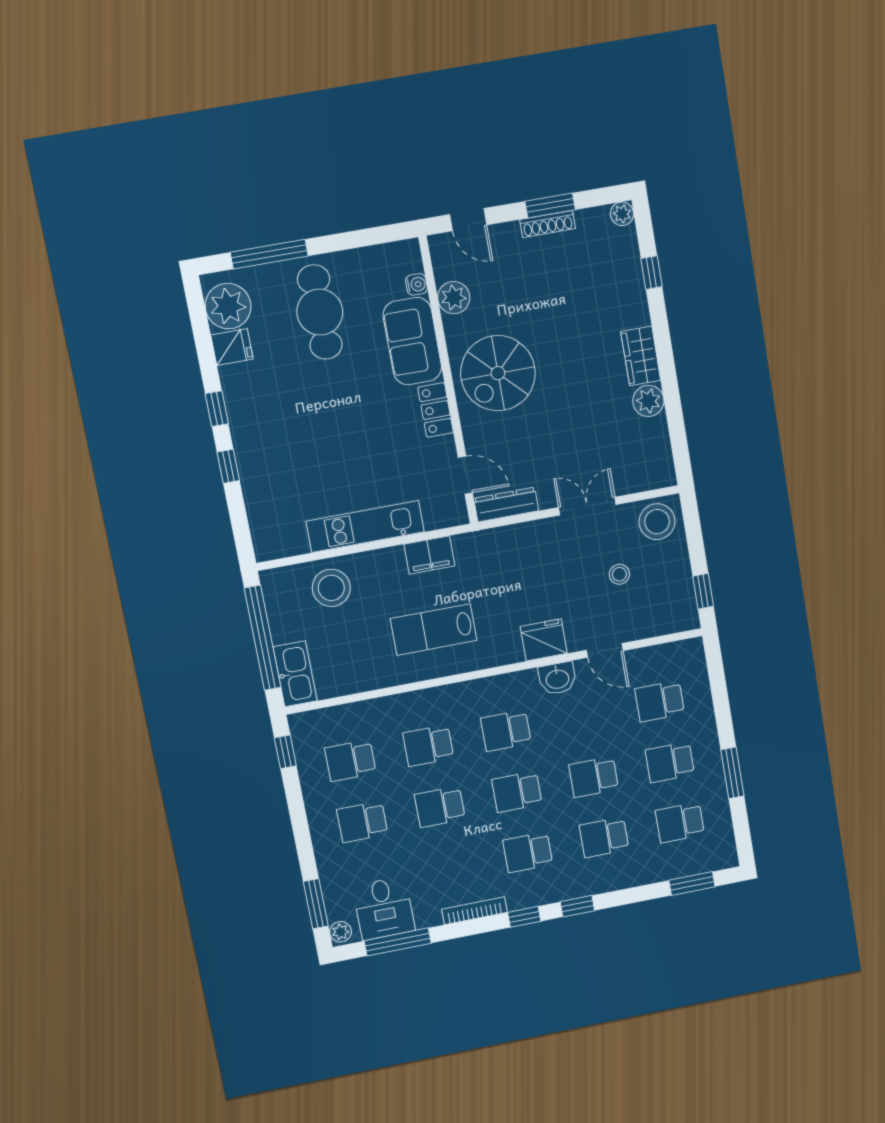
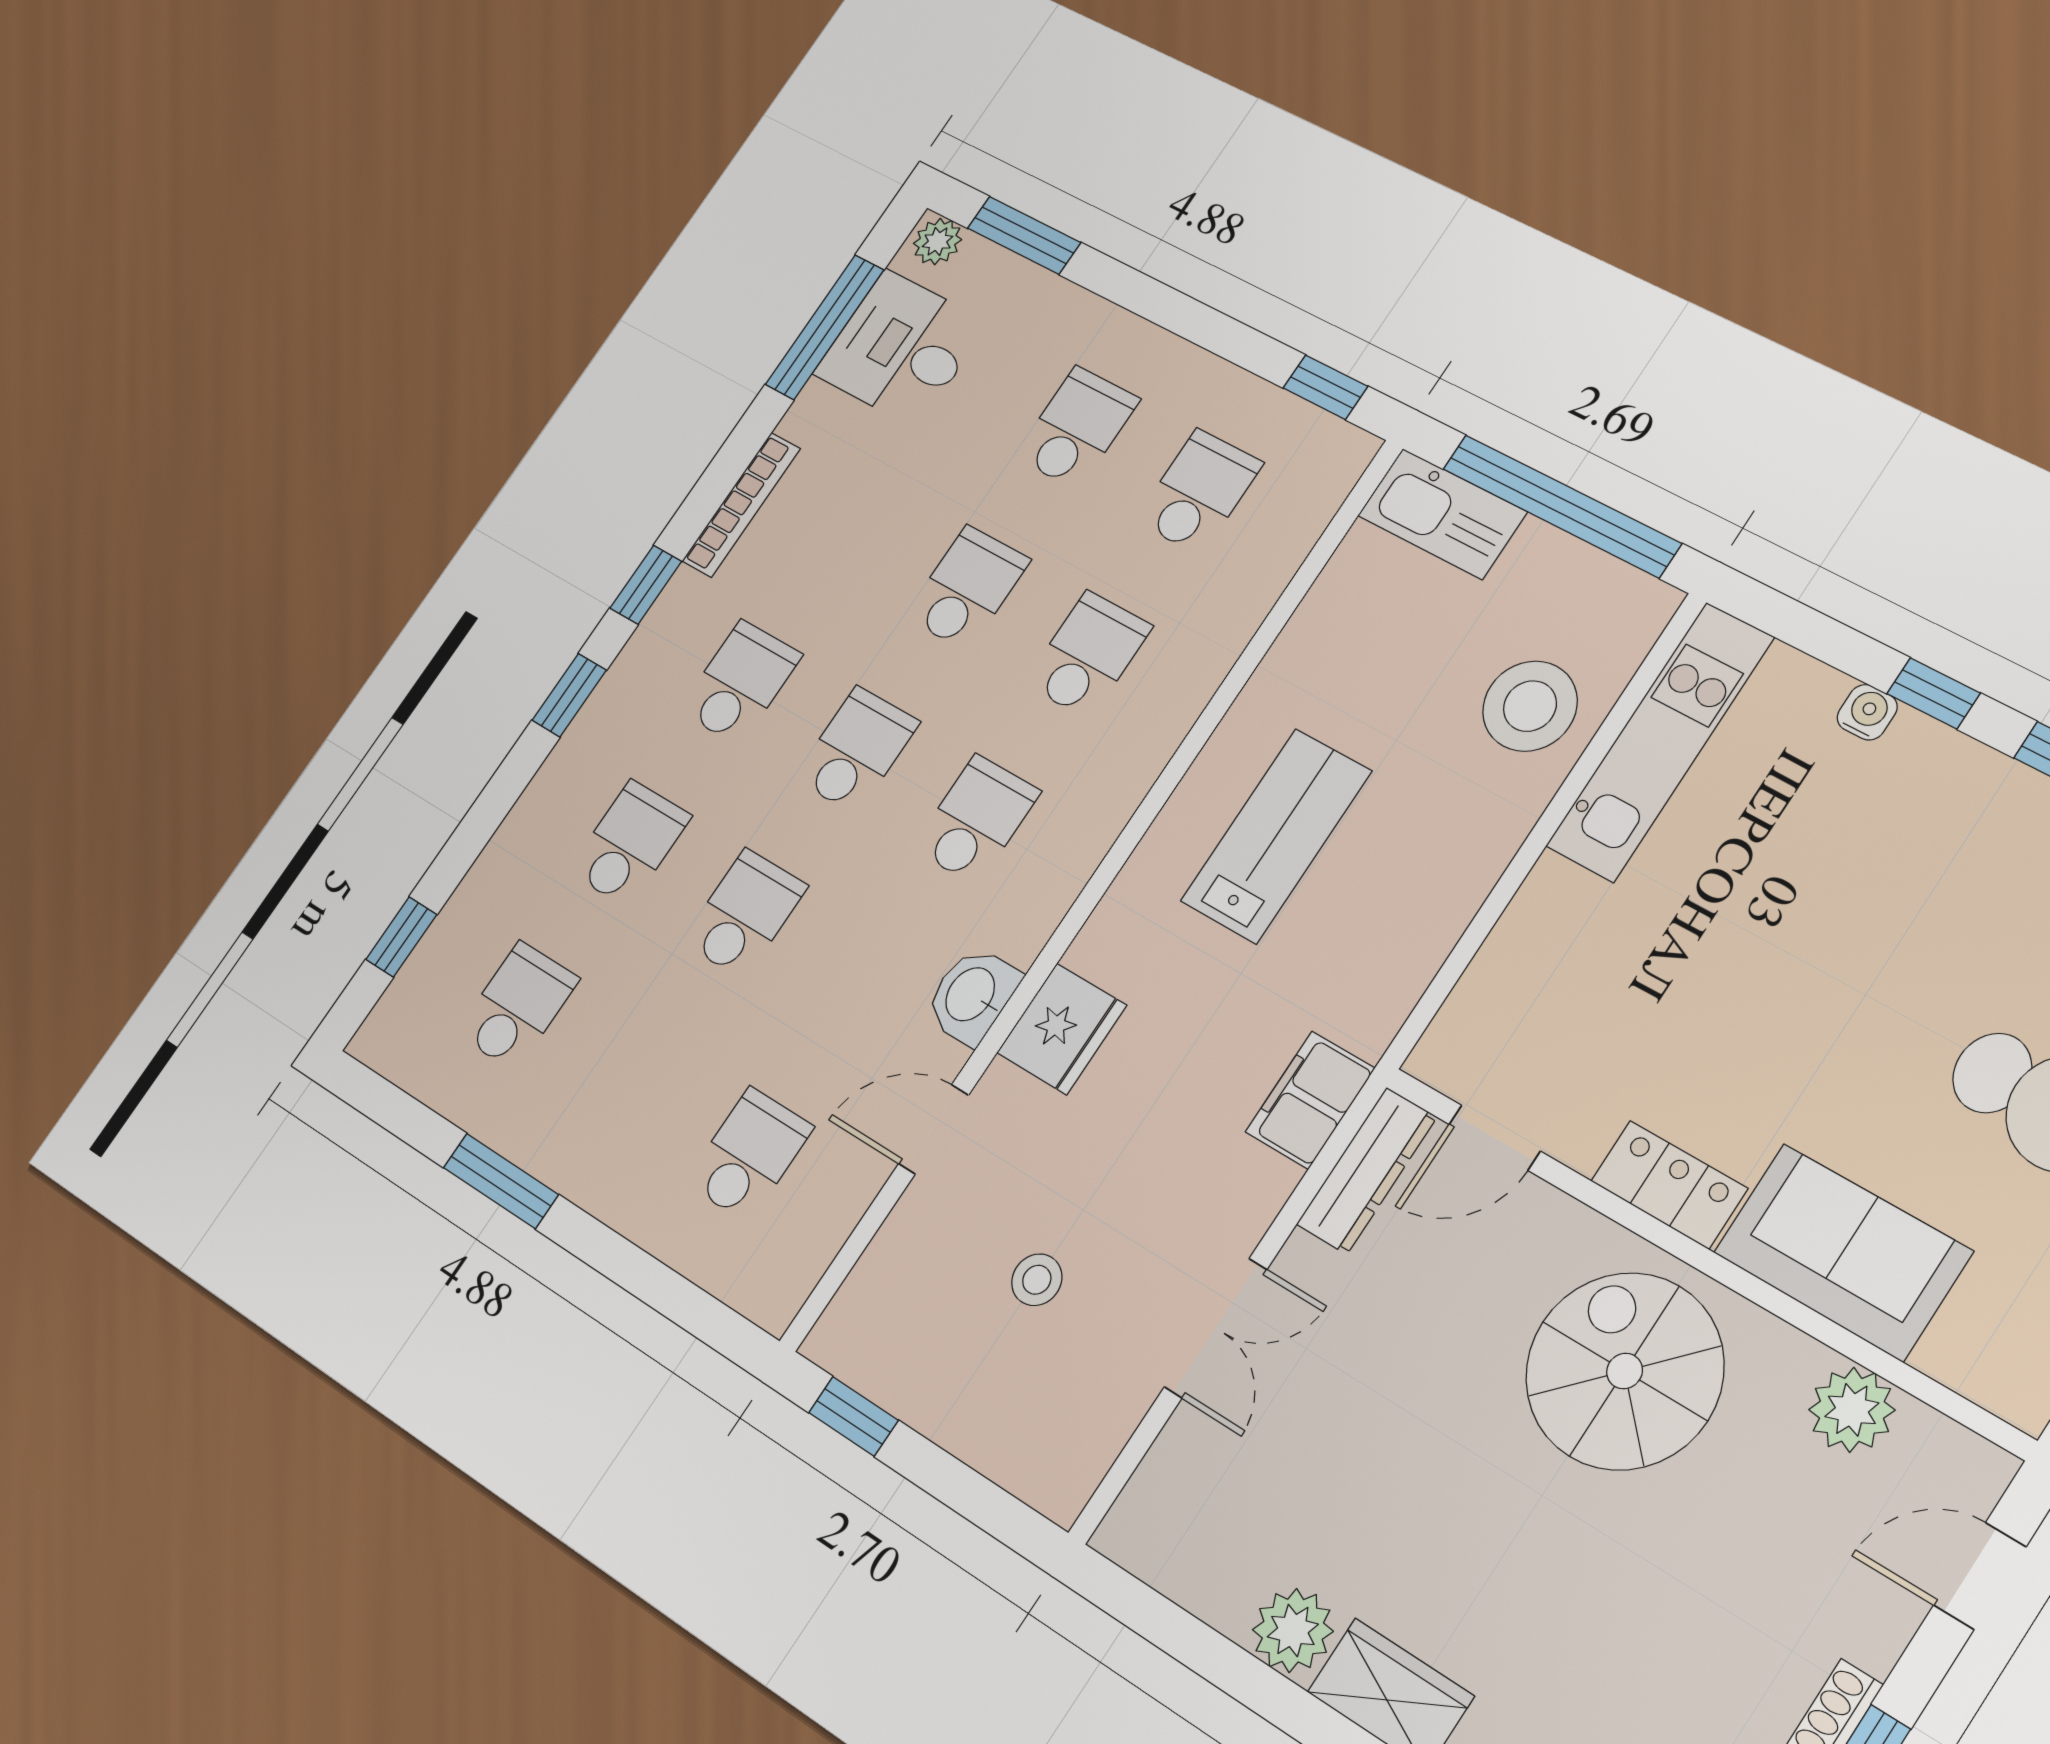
water cooler: (416, 284) -> (1867, 712), moved, turned 180
stool: (657, 522) -> (1059, 1441), removed
kitchen unit: (365, 526) -> (1660, 742), moved
filing cabinet: (429, 555) -> (1310, 1100), moved
school desk: (670, 762) -> (631, 1079), removed
window: (692, 883) -> (401, 937), width x0.67

